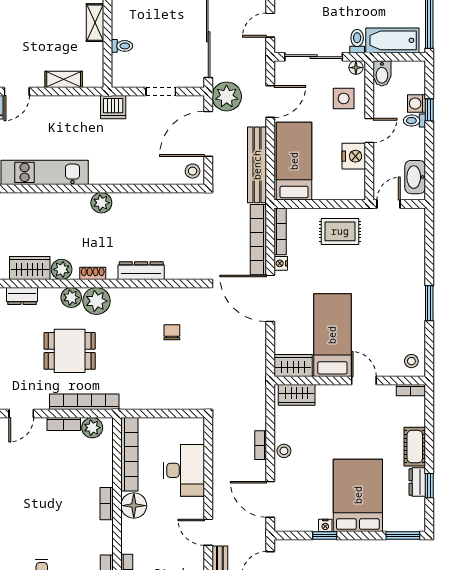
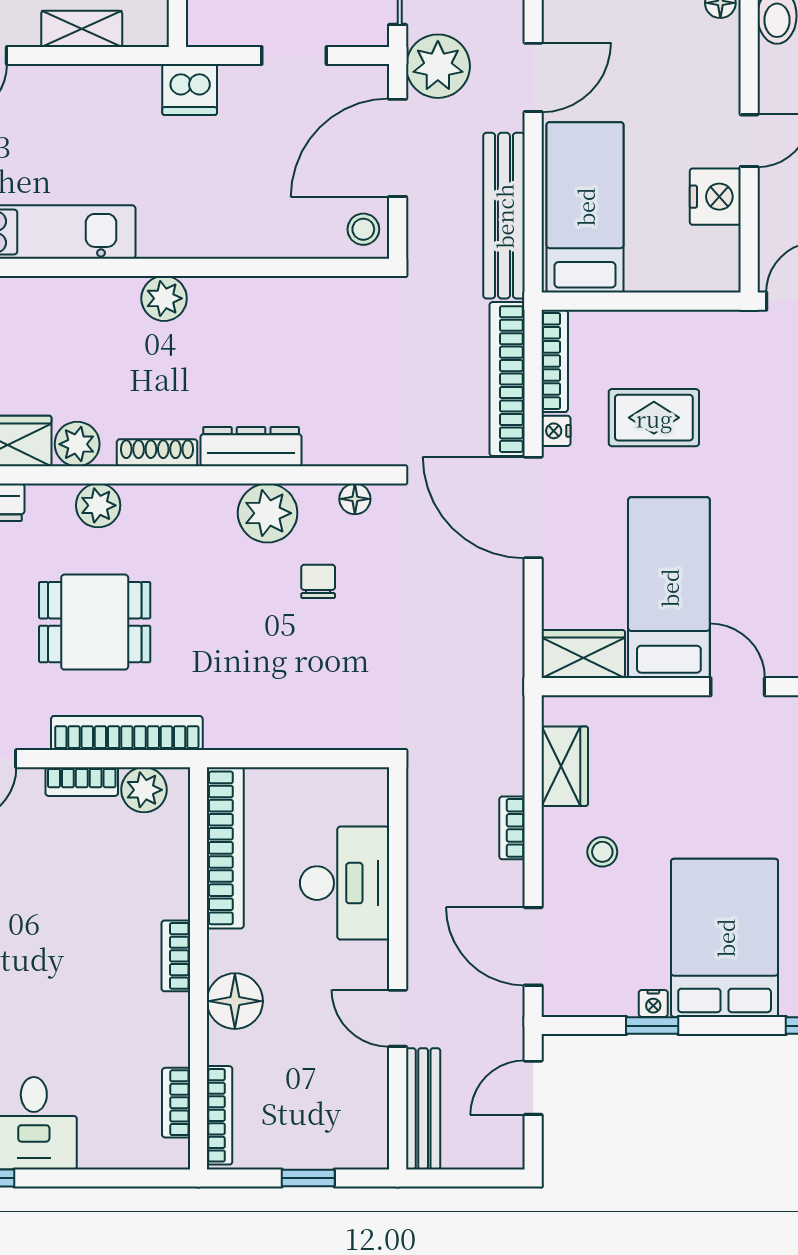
side table: (344, 98) -> (693, 71), removed
rug: (340, 231) -> (654, 418), moved
shoe rack: (93, 273) -> (157, 453), width x1.43
floor lamp: (189, 294) -> (355, 499), added
plant: (96, 301) -> (268, 513), moved
wardrobe: (297, 395) -> (565, 766), moved, turned -90
stool: (284, 451) -> (602, 852), moved
floor lamp: (134, 506) -> (235, 1001), moved

